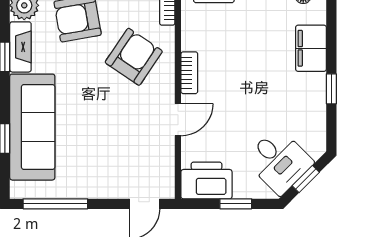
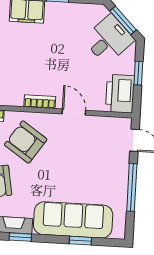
window: (306, 179) -> (123, 20), width x1.50
window: (55, 204) -> (132, 187), moved

